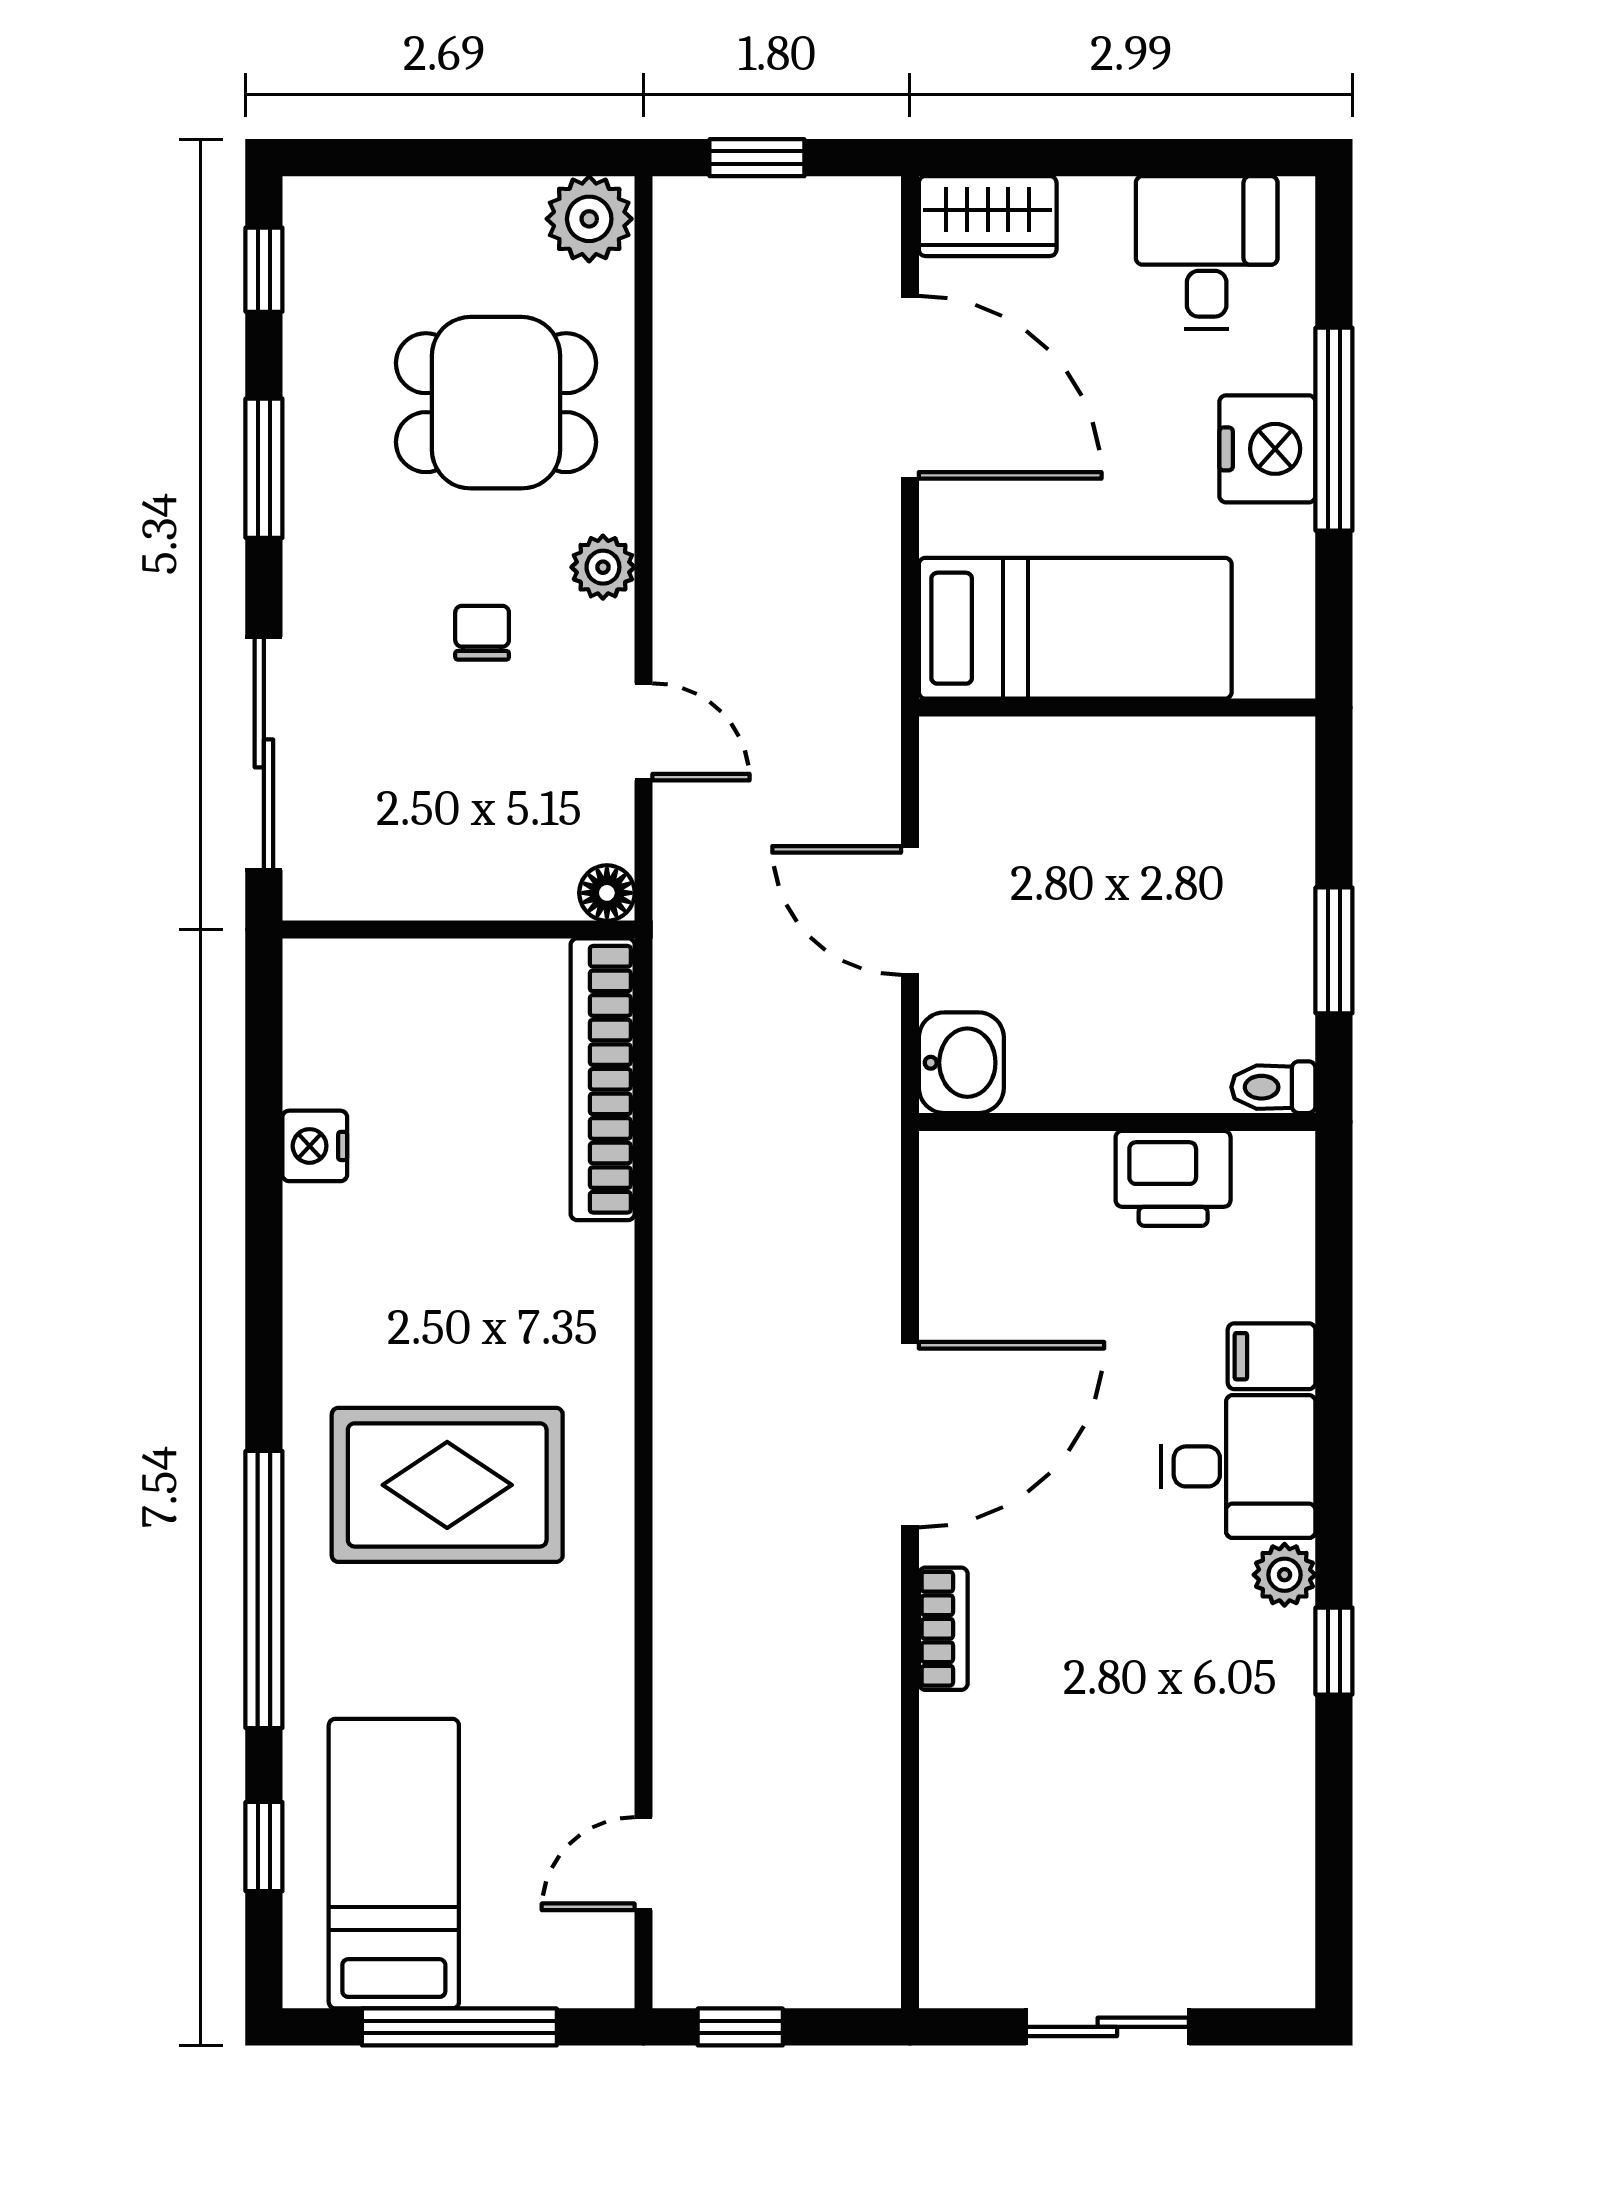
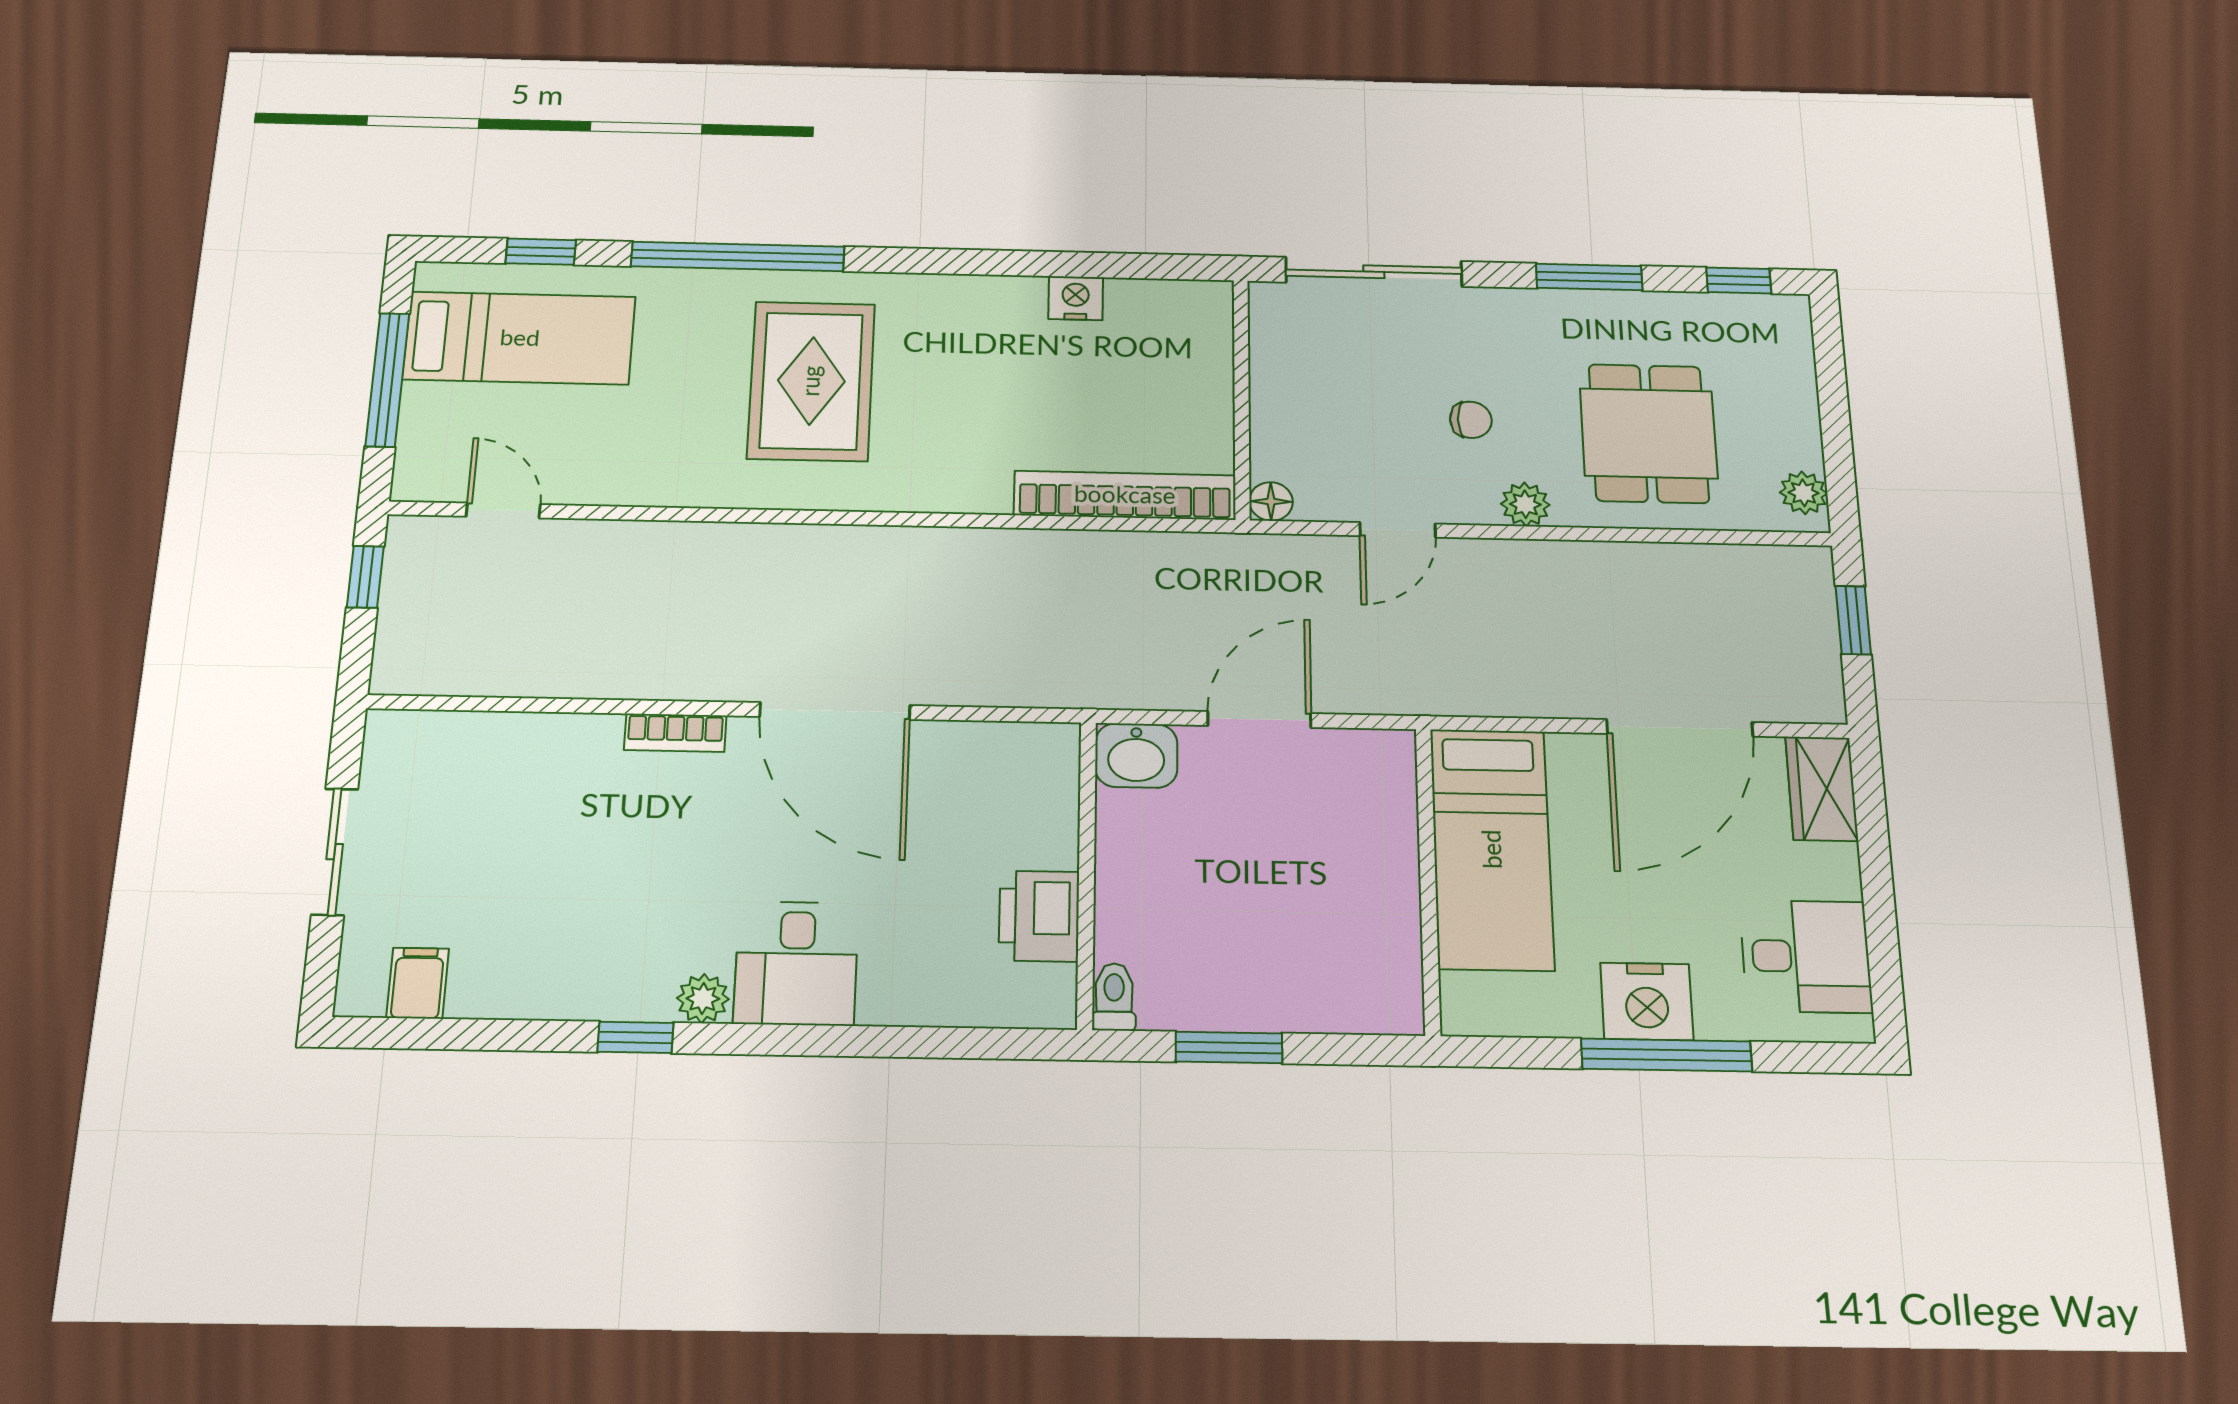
plant: (589, 219) -> (1804, 493), width x0.73, depth x0.73
filing cabinet: (1272, 1356) -> (418, 983), moved

